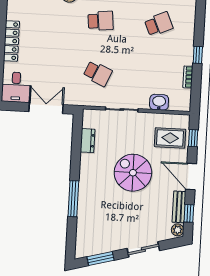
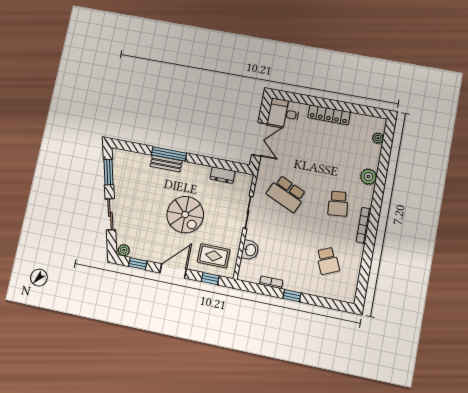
school desk: (98, 73) -> (286, 194), width x1.85
rug: (170, 138) -> (214, 256), turned 90
spiral stairs: (133, 173) -> (185, 215), turned 90
bench: (179, 207) -> (166, 164), moved

